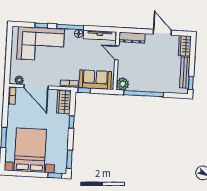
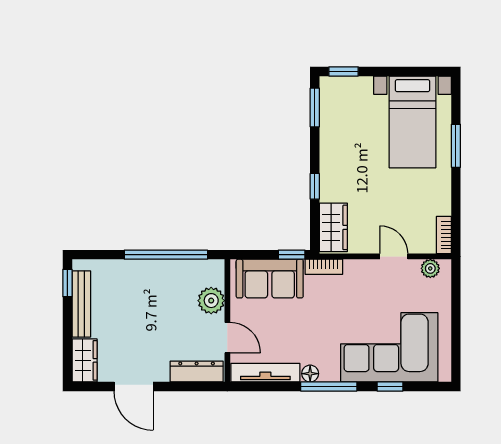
plant: (123, 84) -> (211, 301), moved
door: (36, 87) -> (394, 256), width x0.53
bed with nightstands: (30, 150) -> (412, 122), width x0.73

